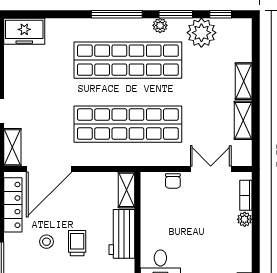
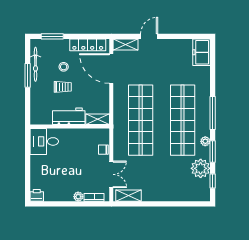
shelving: (244, 81) -> (169, 196), removed
shelving: (243, 120) -> (129, 196), moved

